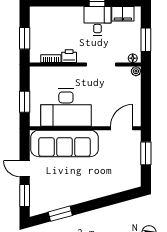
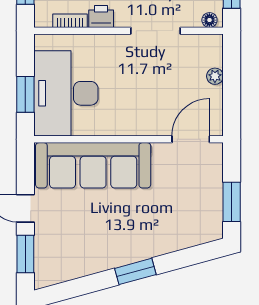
plant: (136, 71) -> (215, 76), moved
desk: (66, 108) -> (66, 93), moved, turned 90
window: (146, 153) -> (232, 202), moved
window: (60, 214) -> (135, 271), moved

